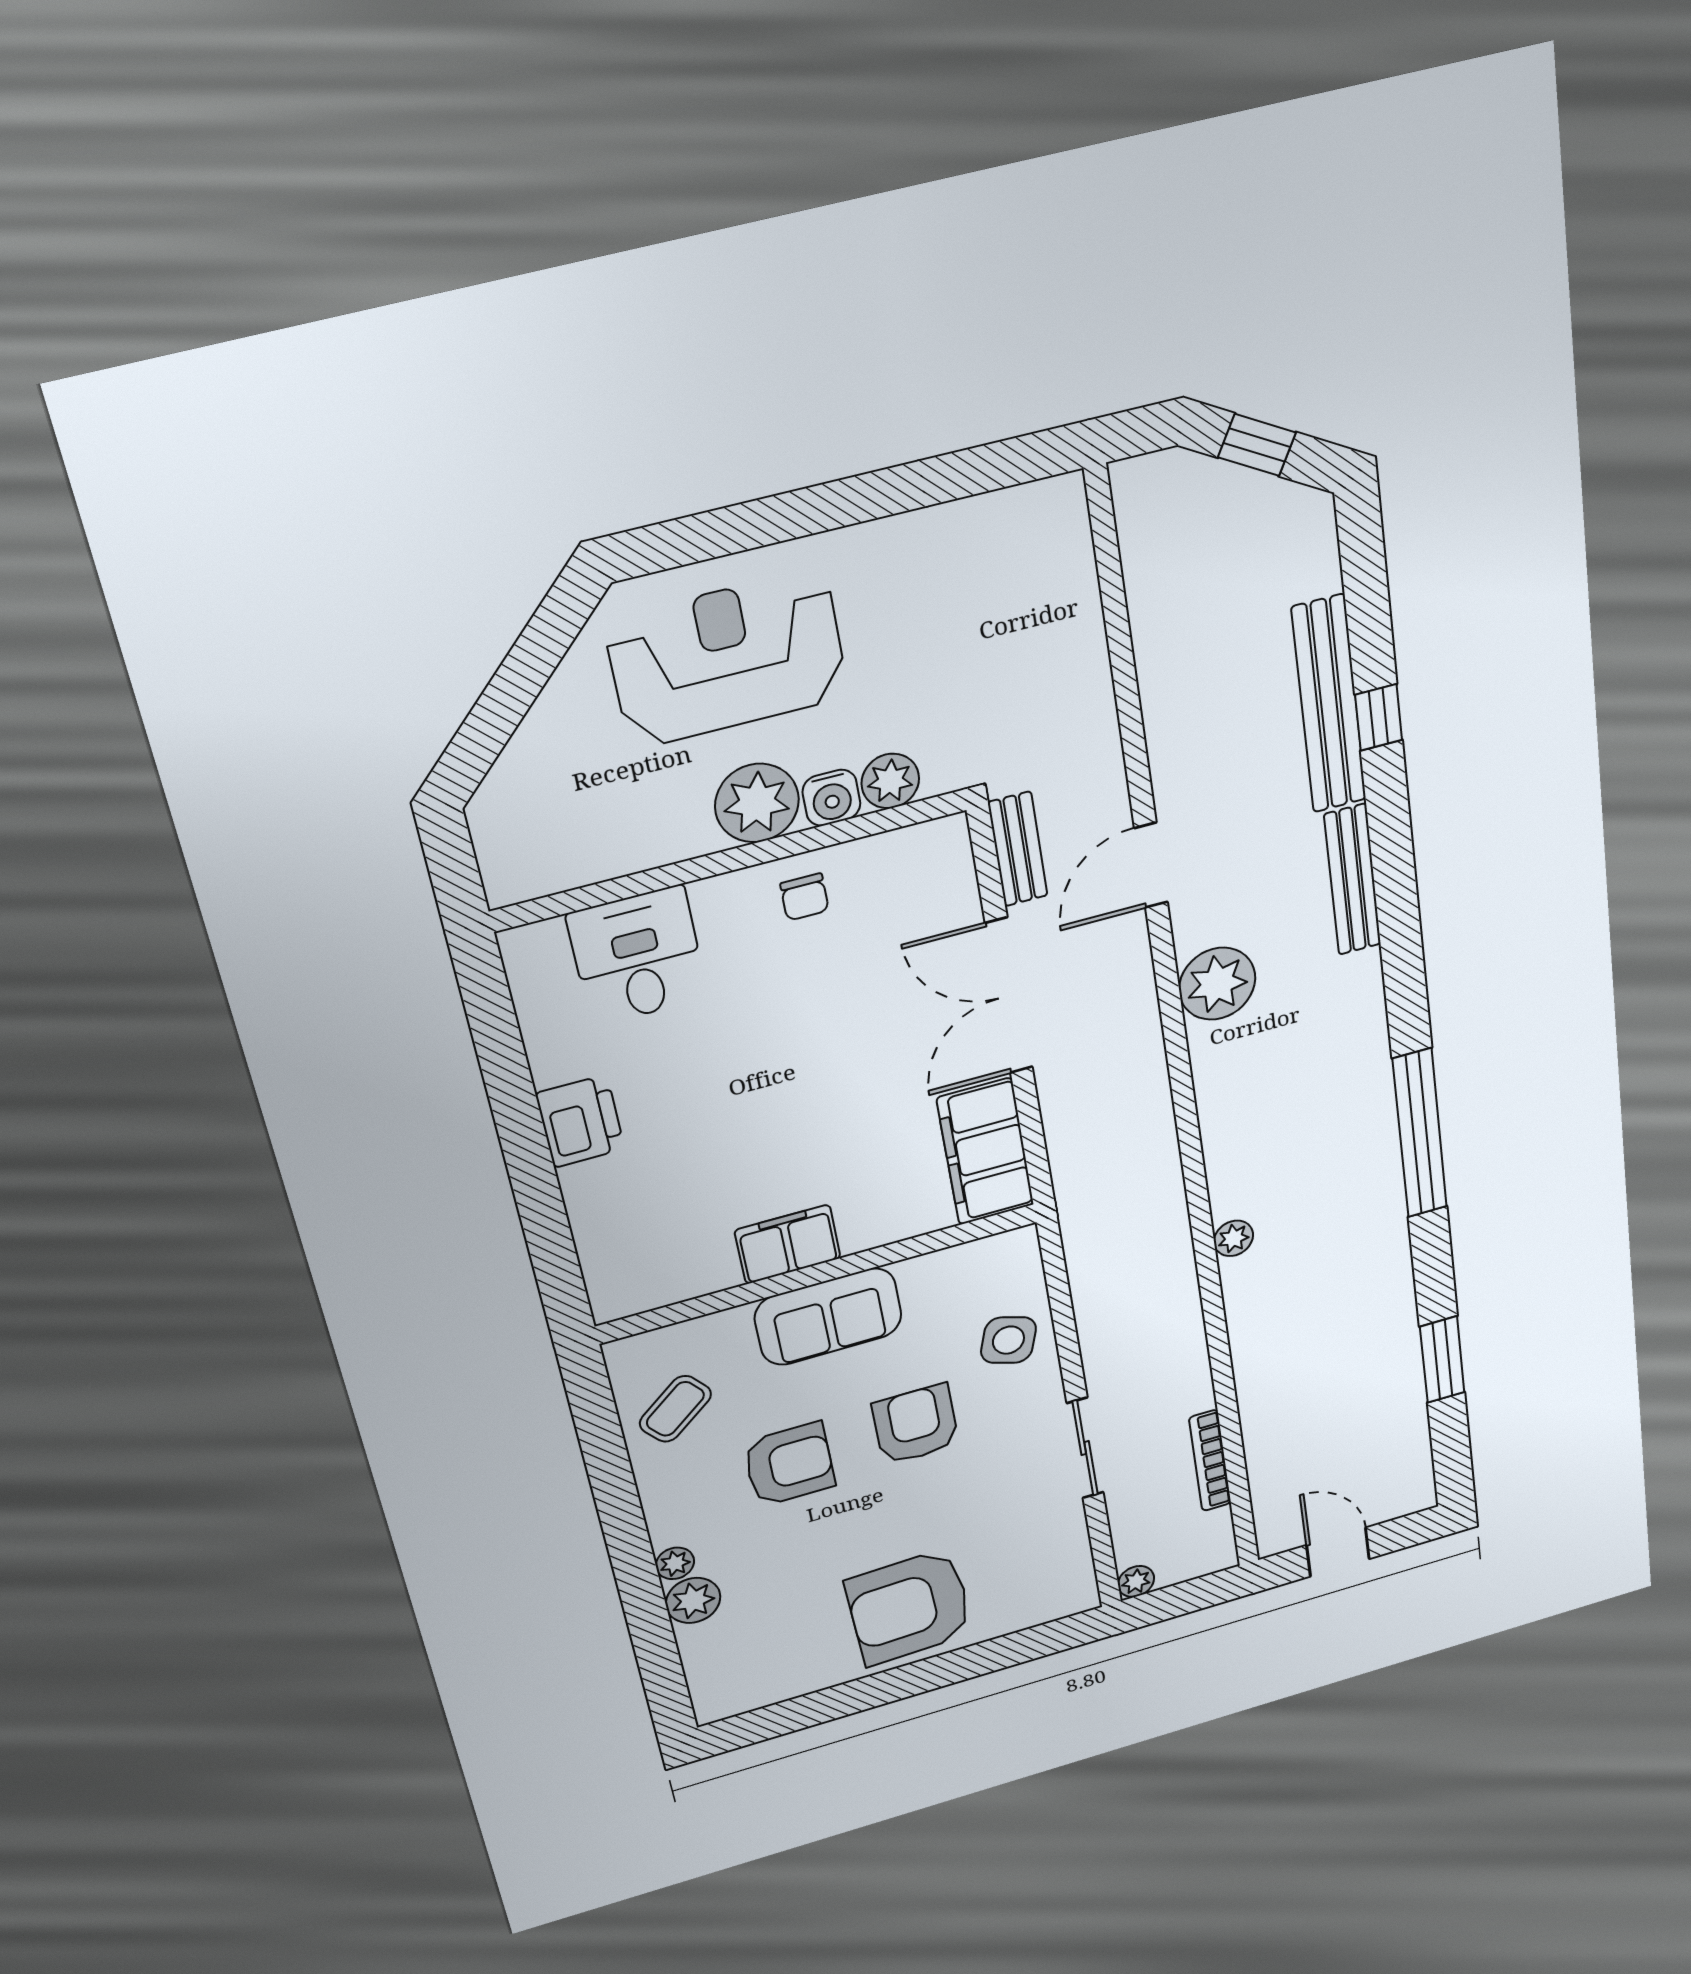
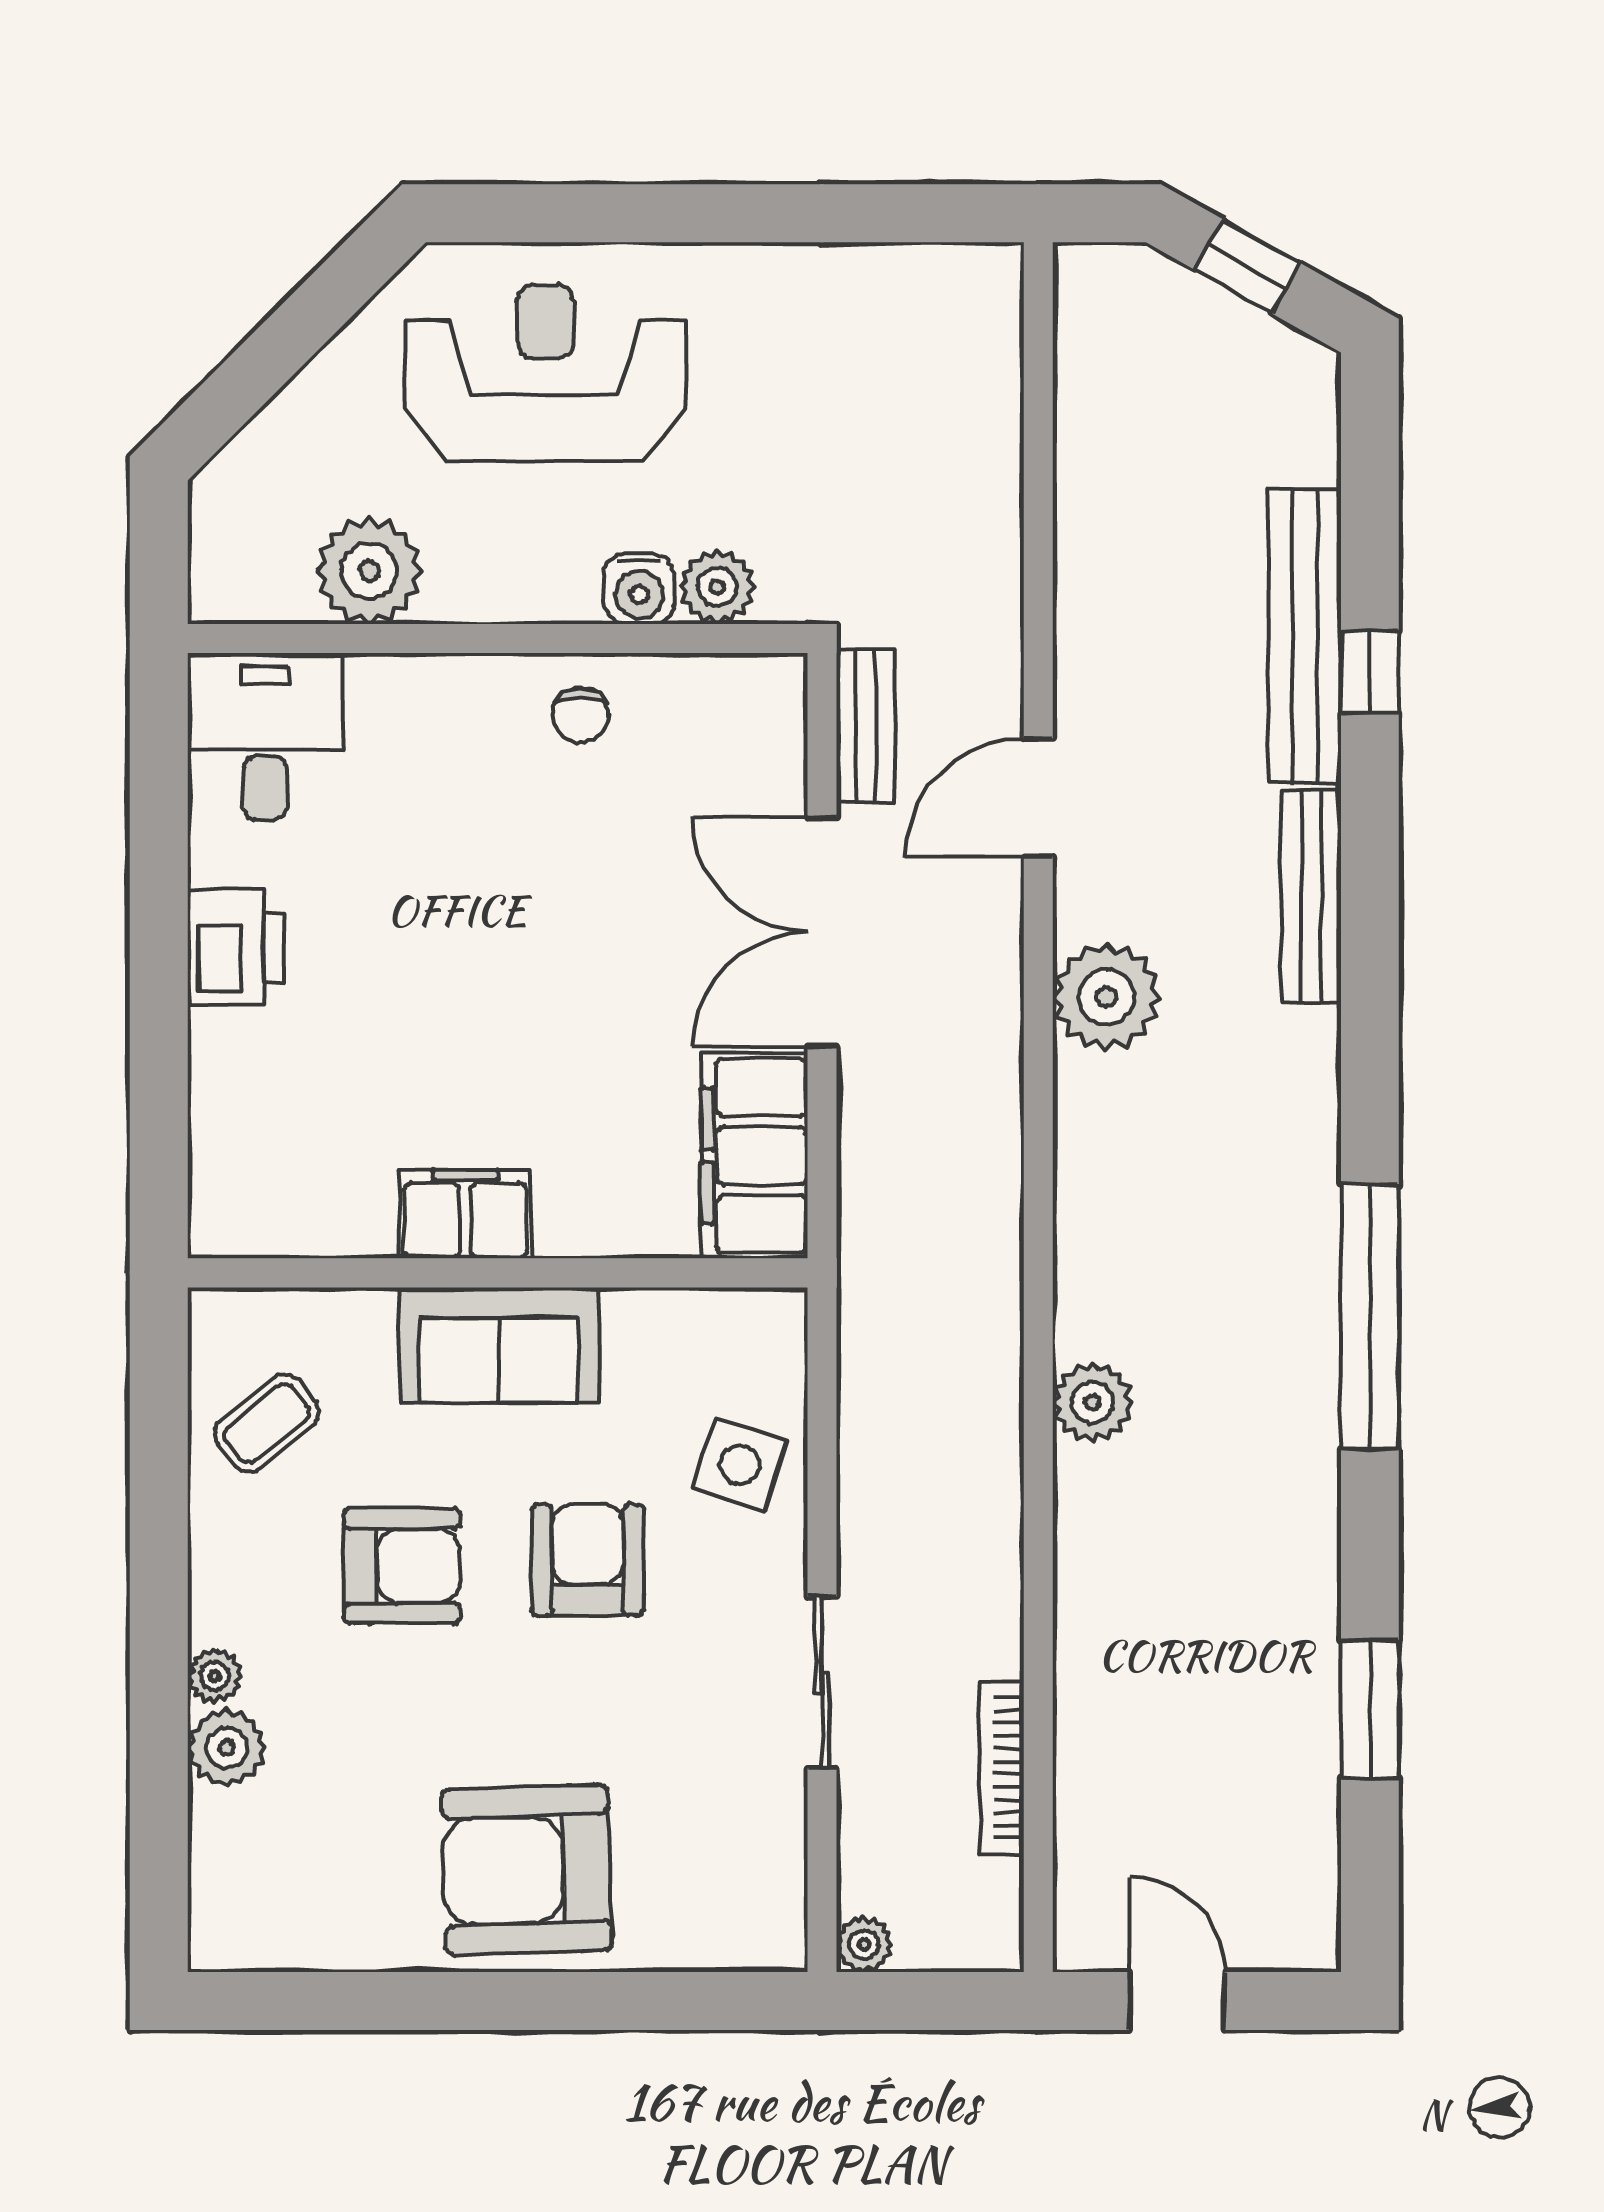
plant: (757, 803) -> (369, 571), moved
desk: (637, 956) -> (265, 736), moved
plant: (1234, 1238) -> (1092, 1402), width x1.38, depth x1.38

